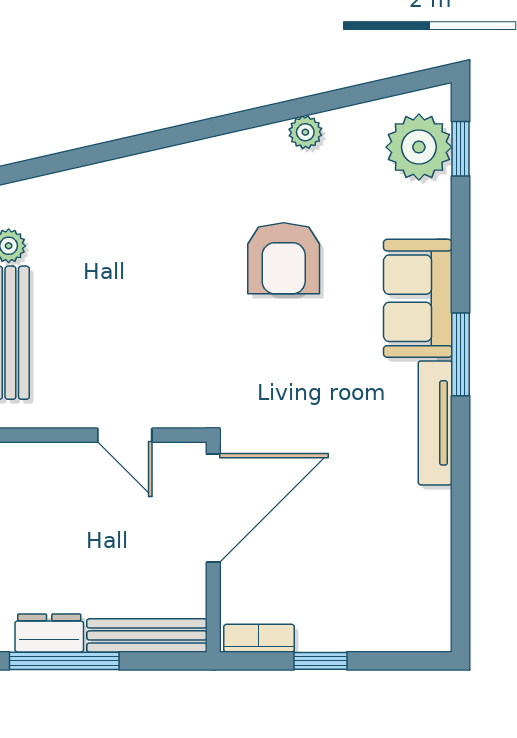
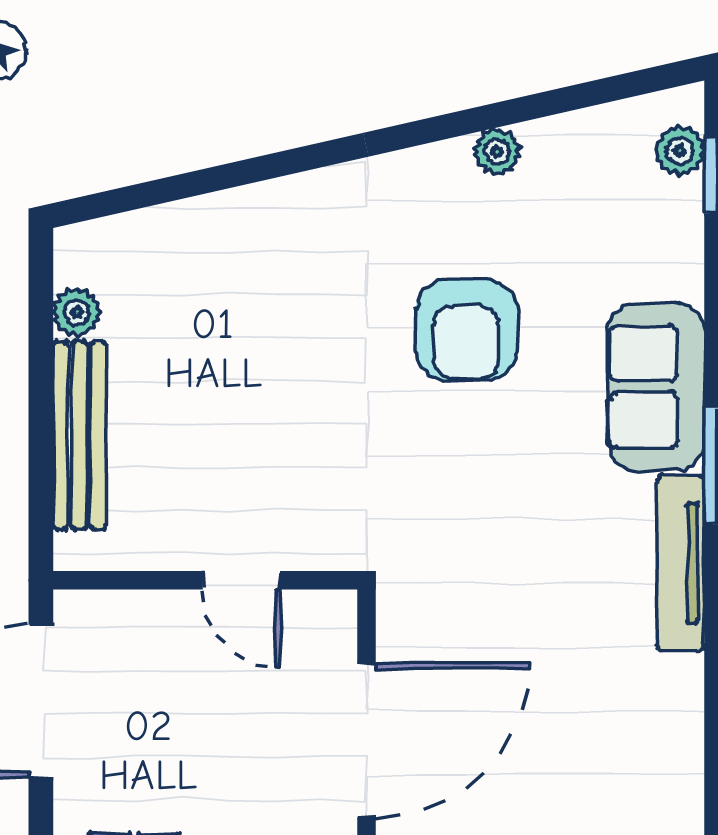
plant: (419, 147) -> (680, 151), width x0.53, depth x0.53
door: (213, 508) -> (367, 740), moved

